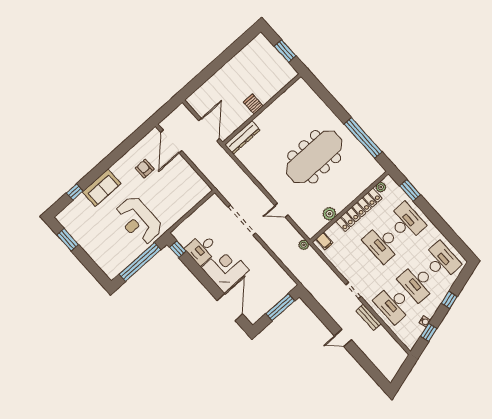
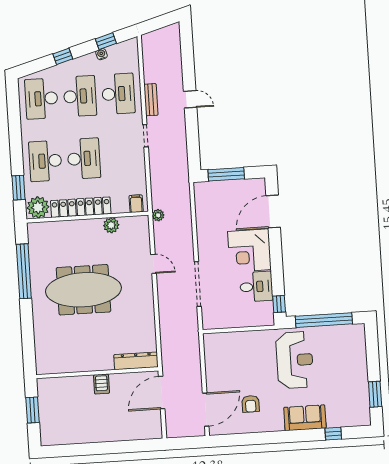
plant: (381, 187) -> (38, 207), width x1.88, depth x1.88

